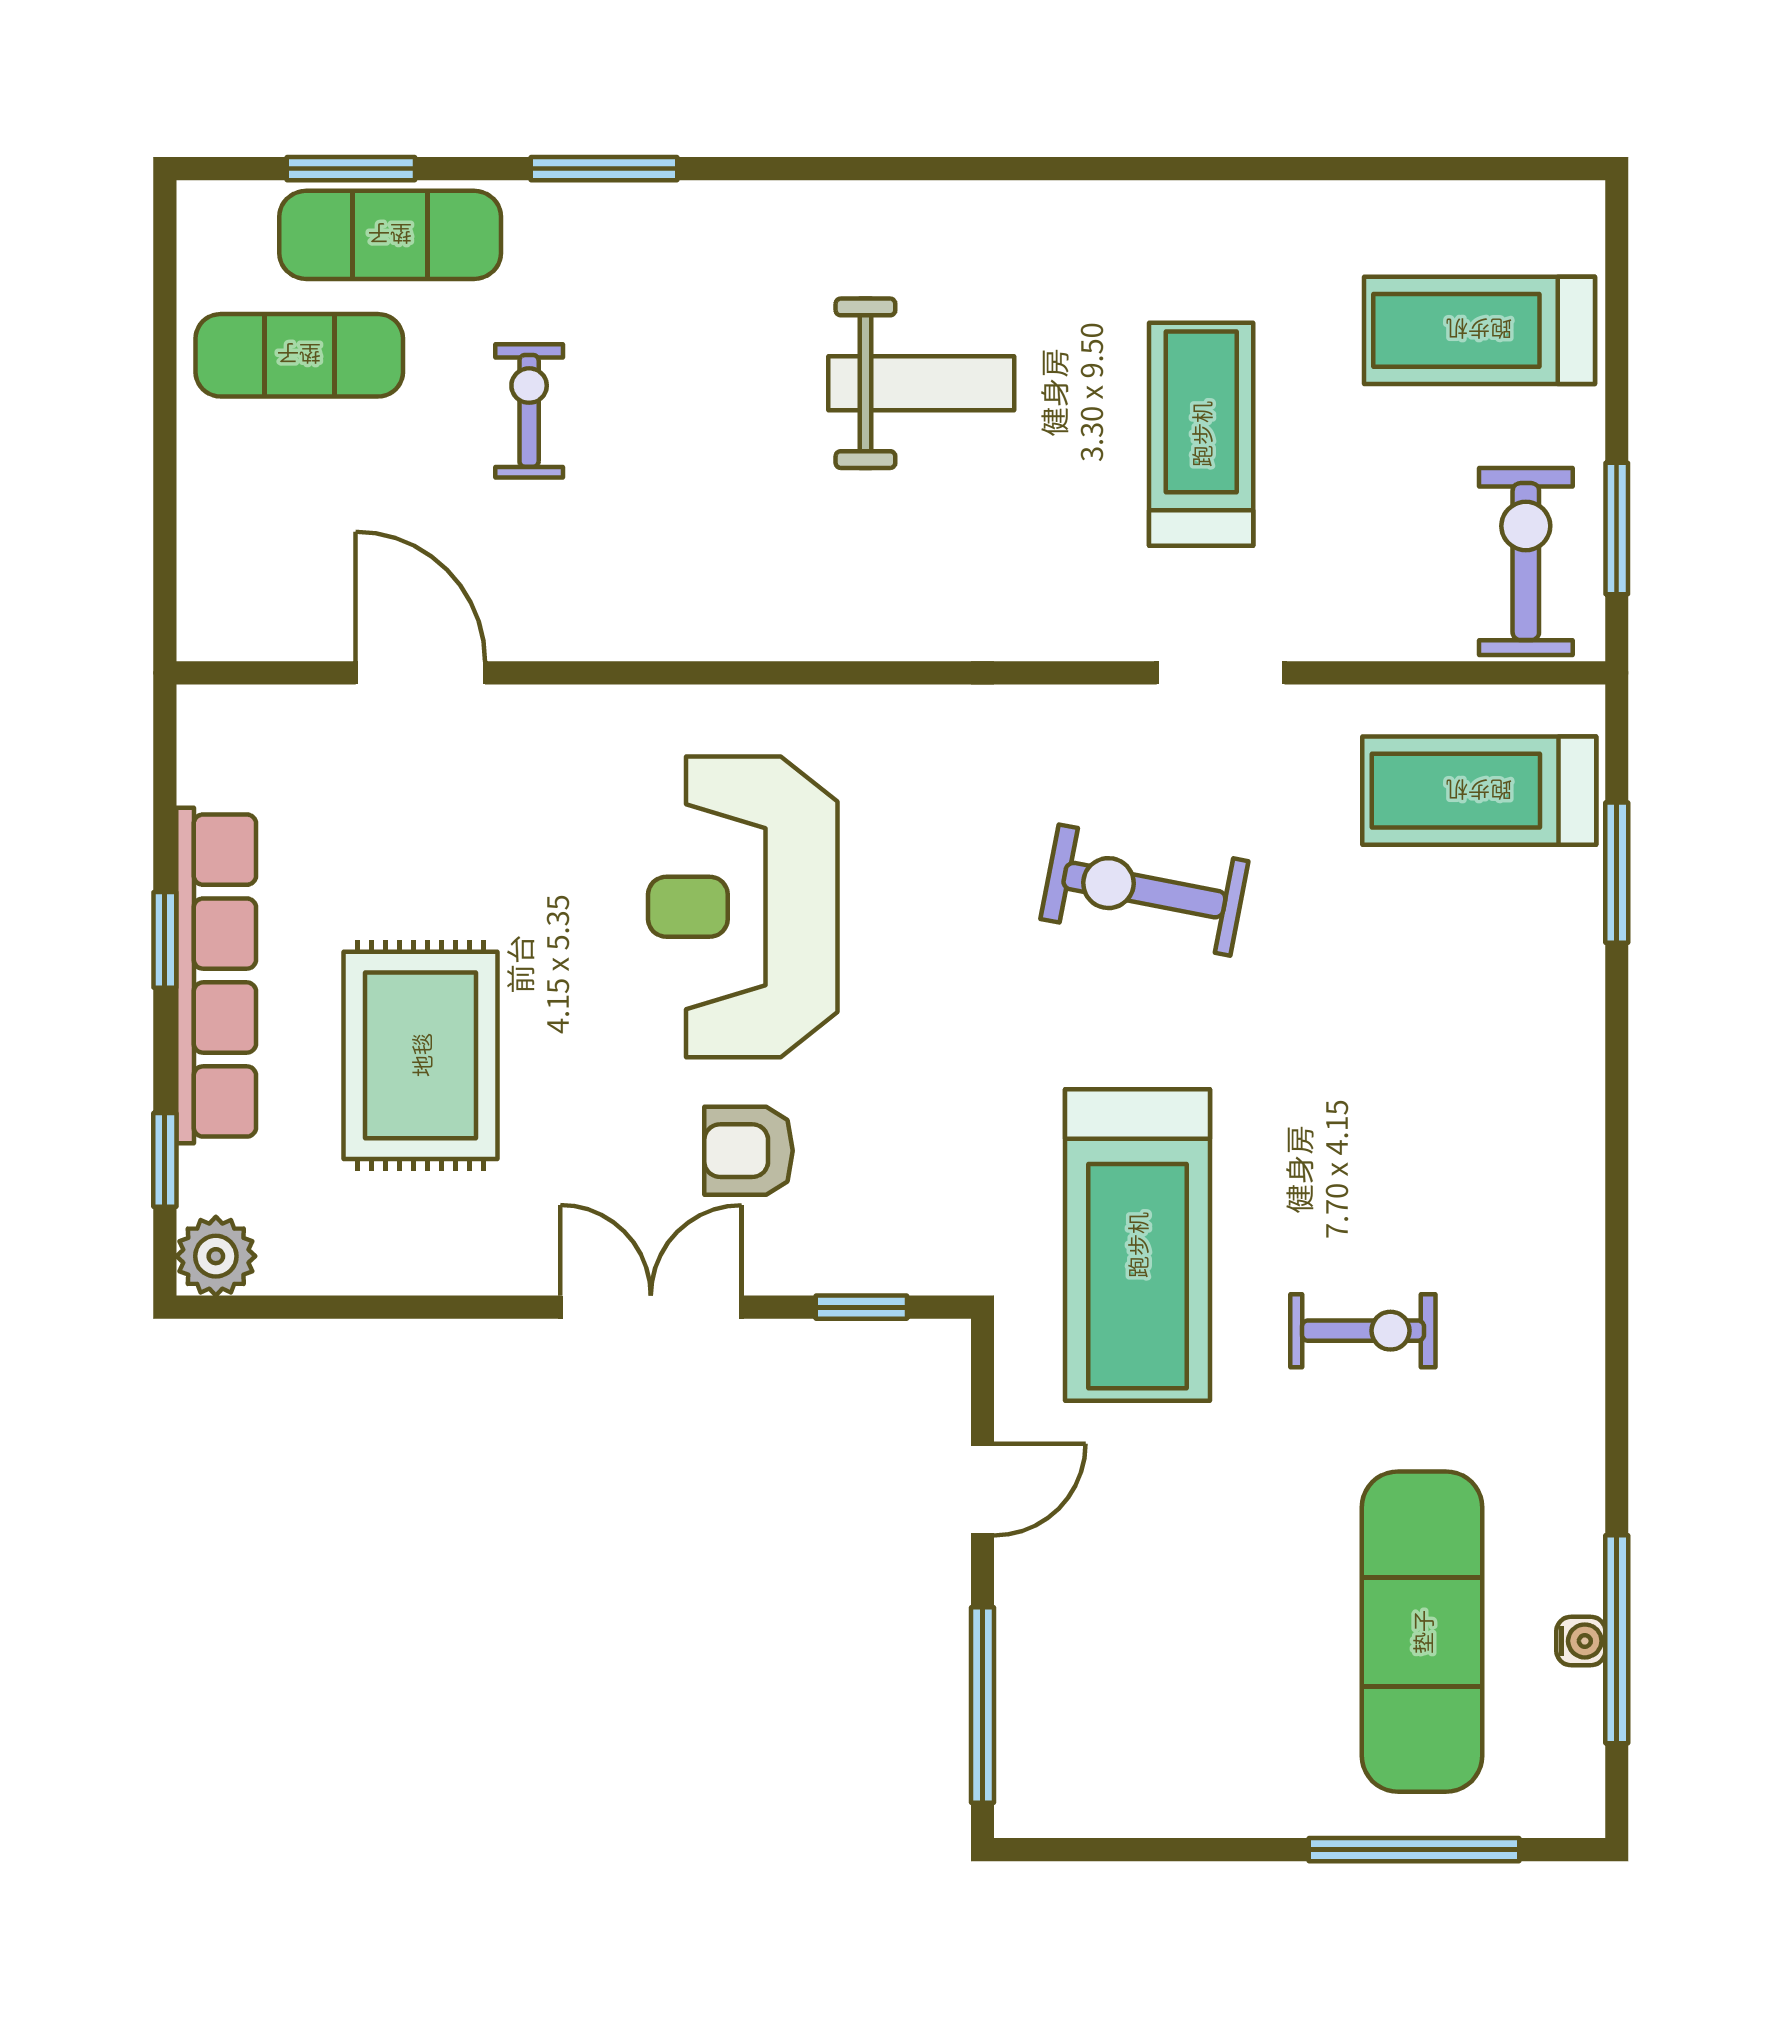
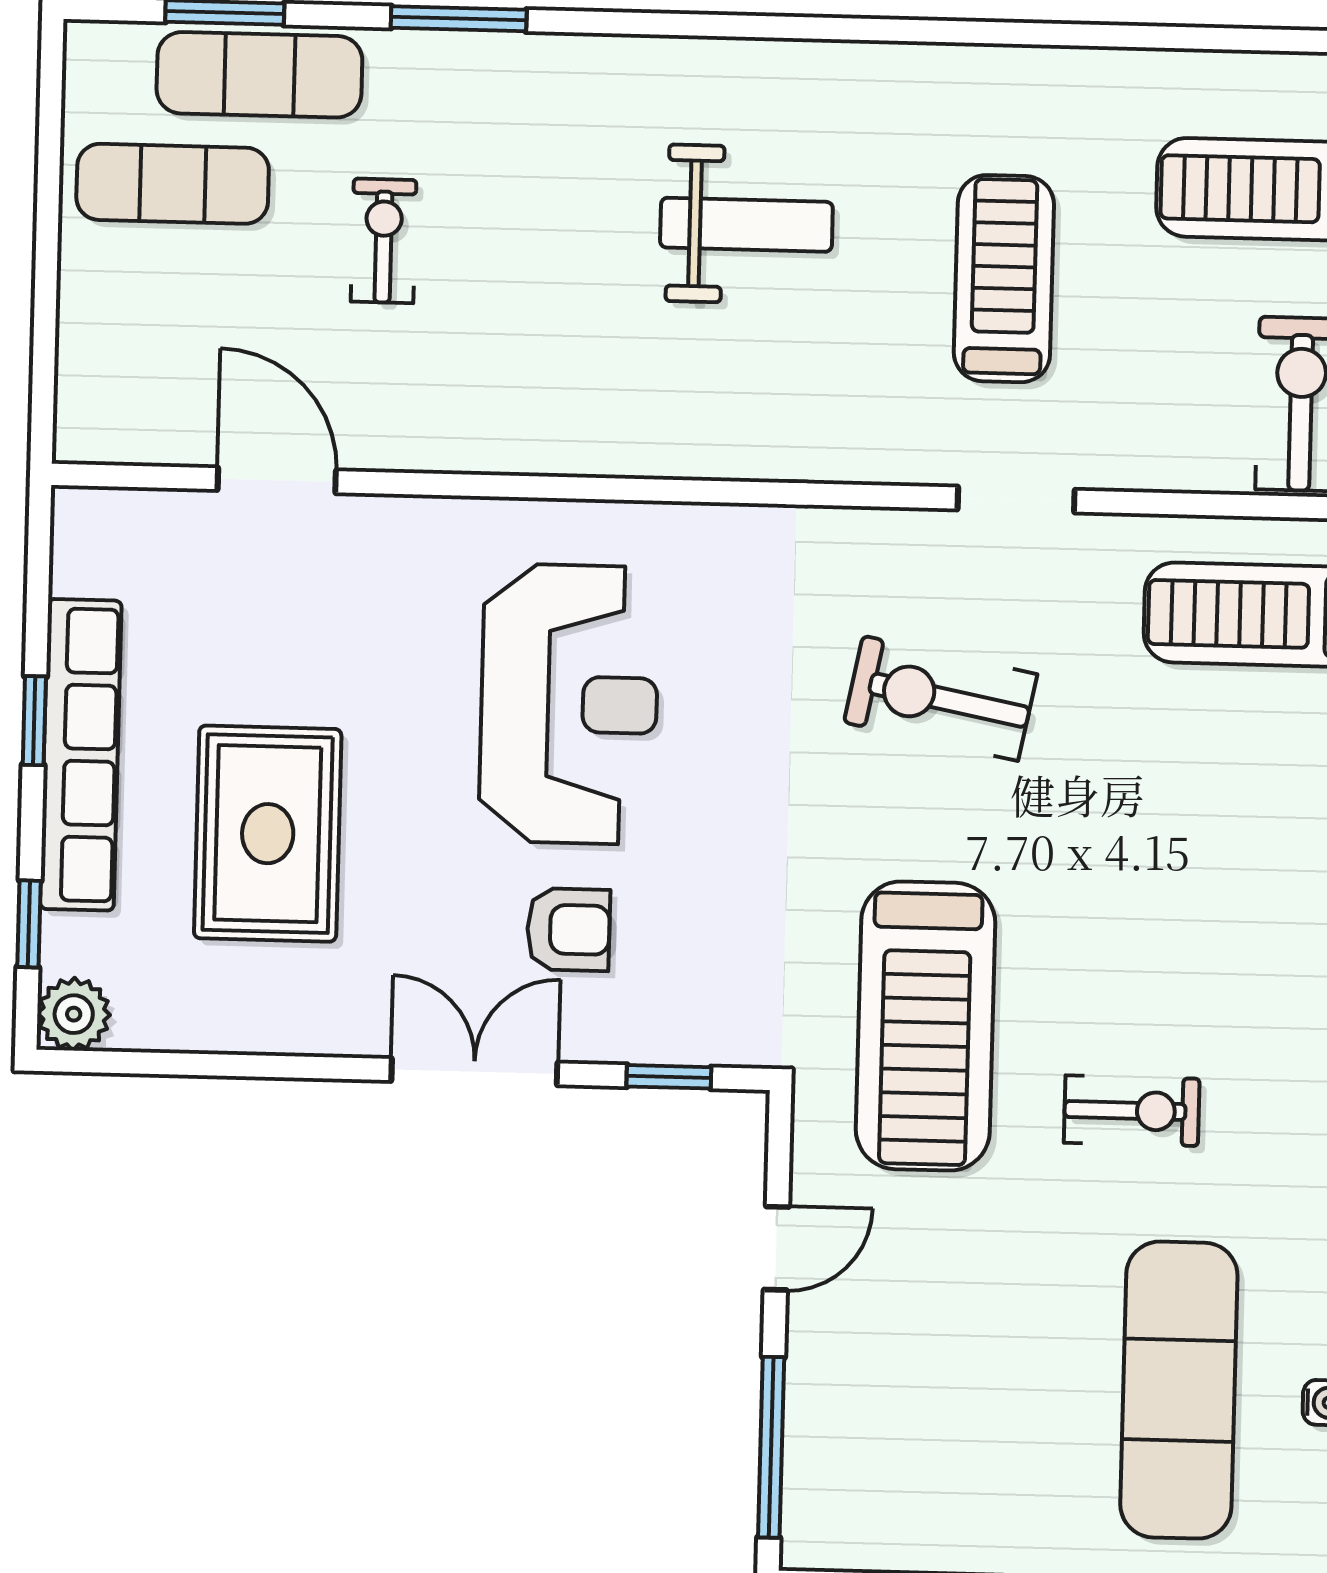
reception desk: (743, 907) -> (569, 704), turned 180
armchair: (749, 1151) -> (568, 930), turned 180

